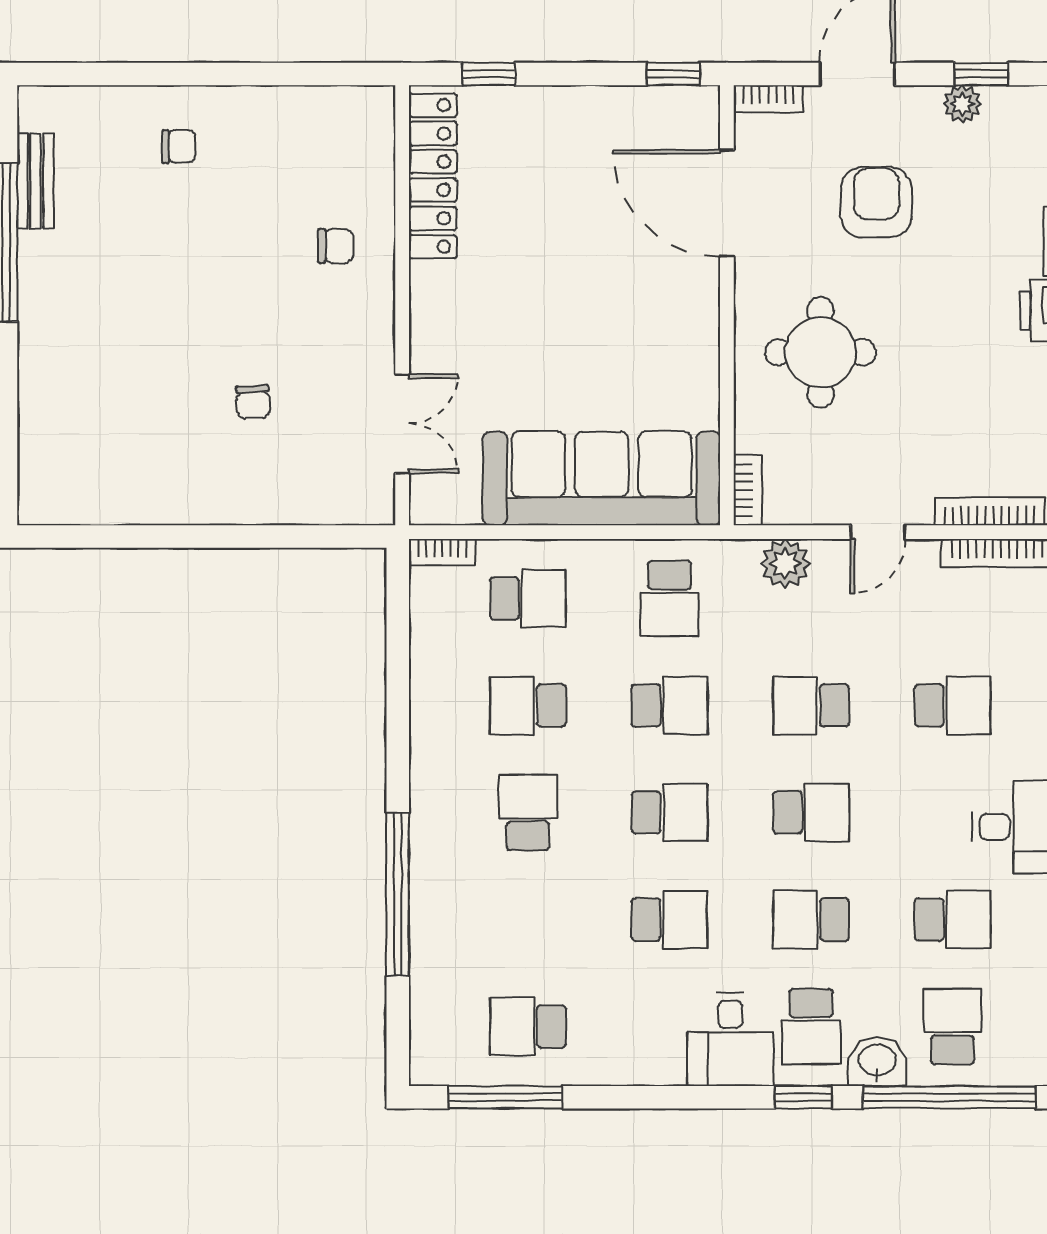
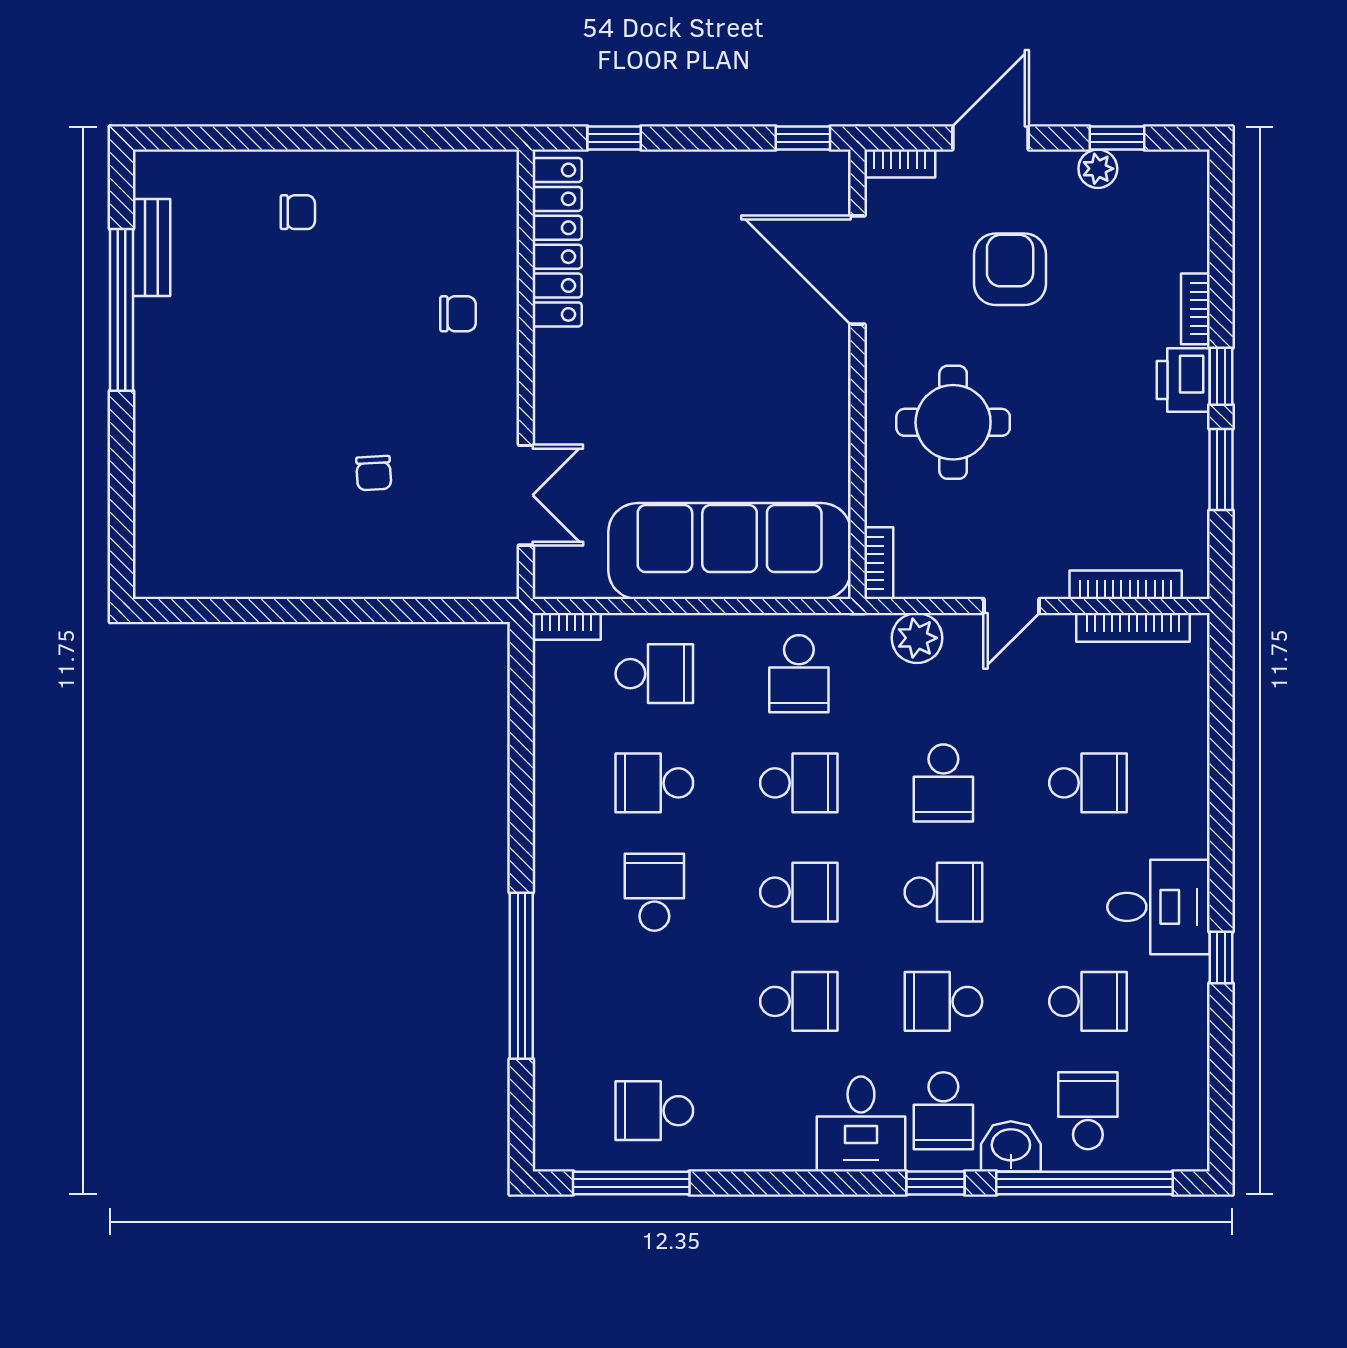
school desk: (811, 705) -> (943, 783), turned -90

